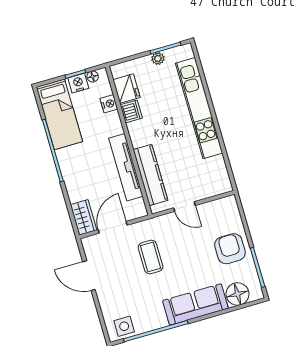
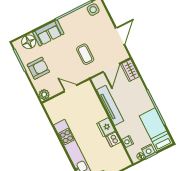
fridge: (126, 89) -> (106, 127), moved
kitchen counter: (150, 175) -> (95, 103), removed
plant: (229, 205) -> (44, 95), added
armchair: (230, 249) -> (38, 68), turned -90
door: (89, 276) -> (120, 36), hinge flipped
sofa: (195, 304) -> (48, 33), width x0.73

